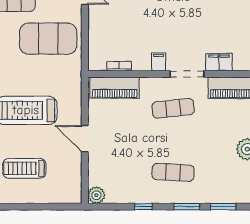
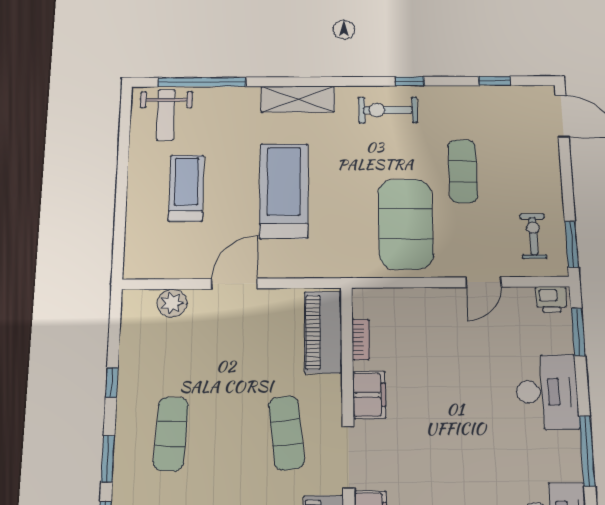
filing cabinet: (159, 62) -> (369, 395), width x2.00
plant: (96, 195) -> (172, 303), moved

